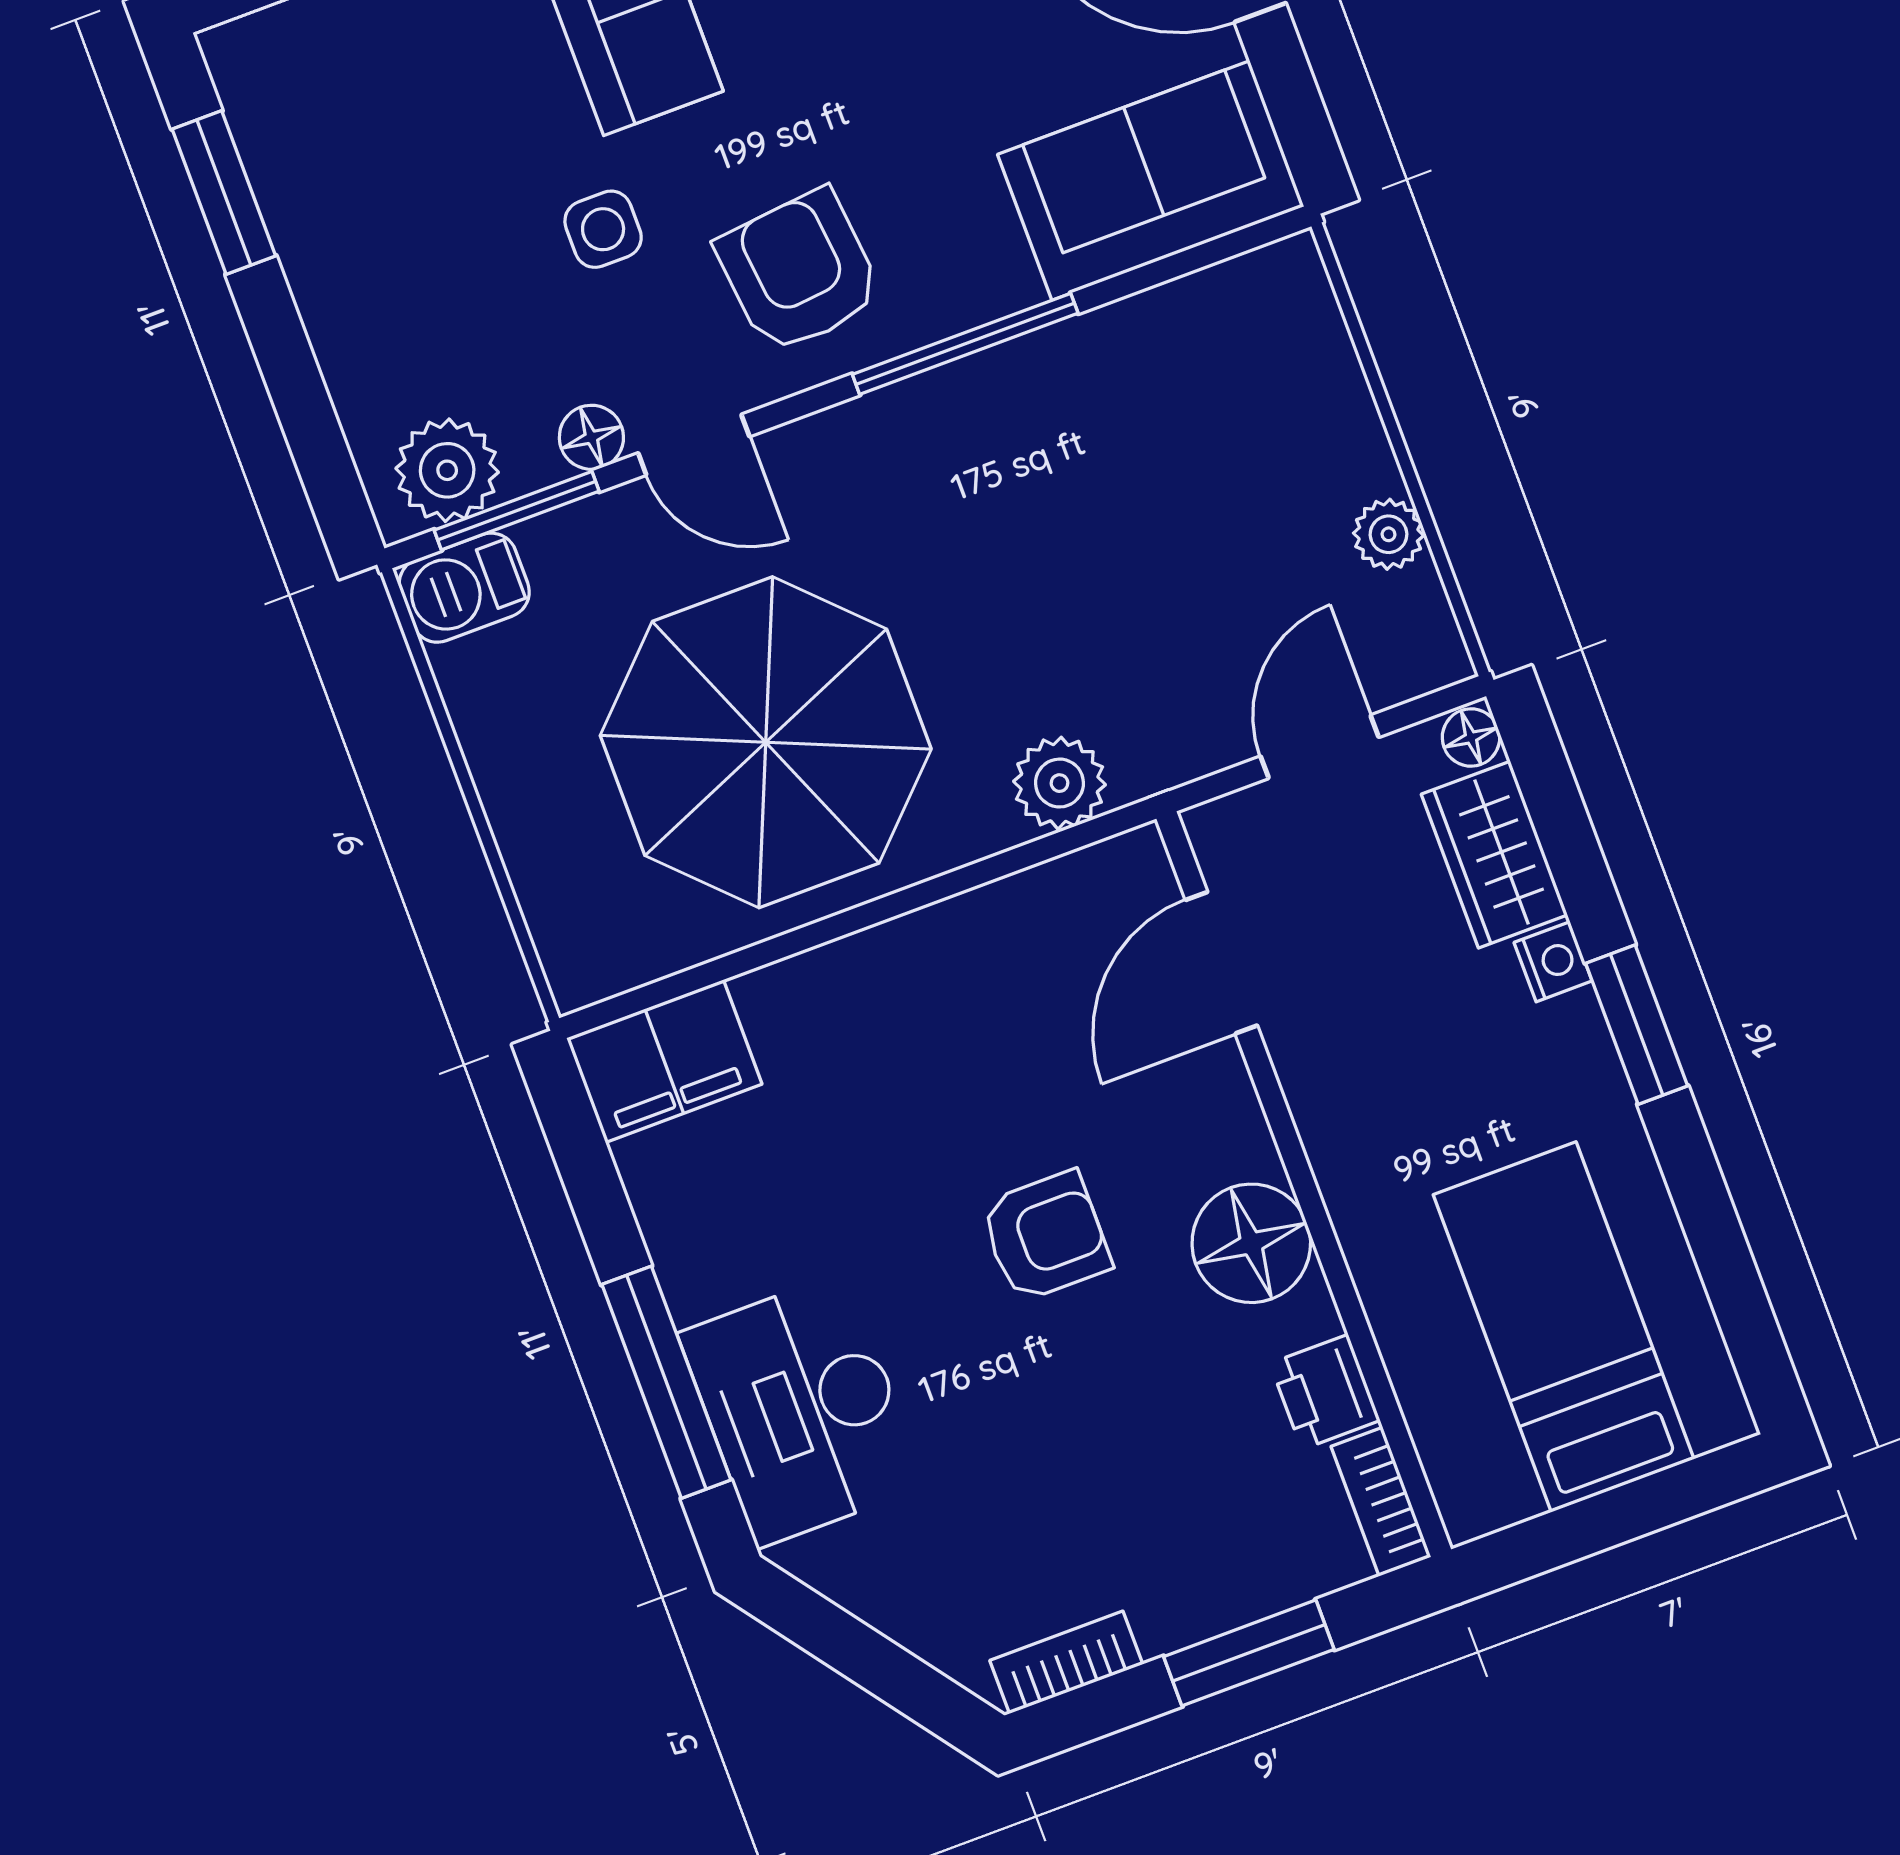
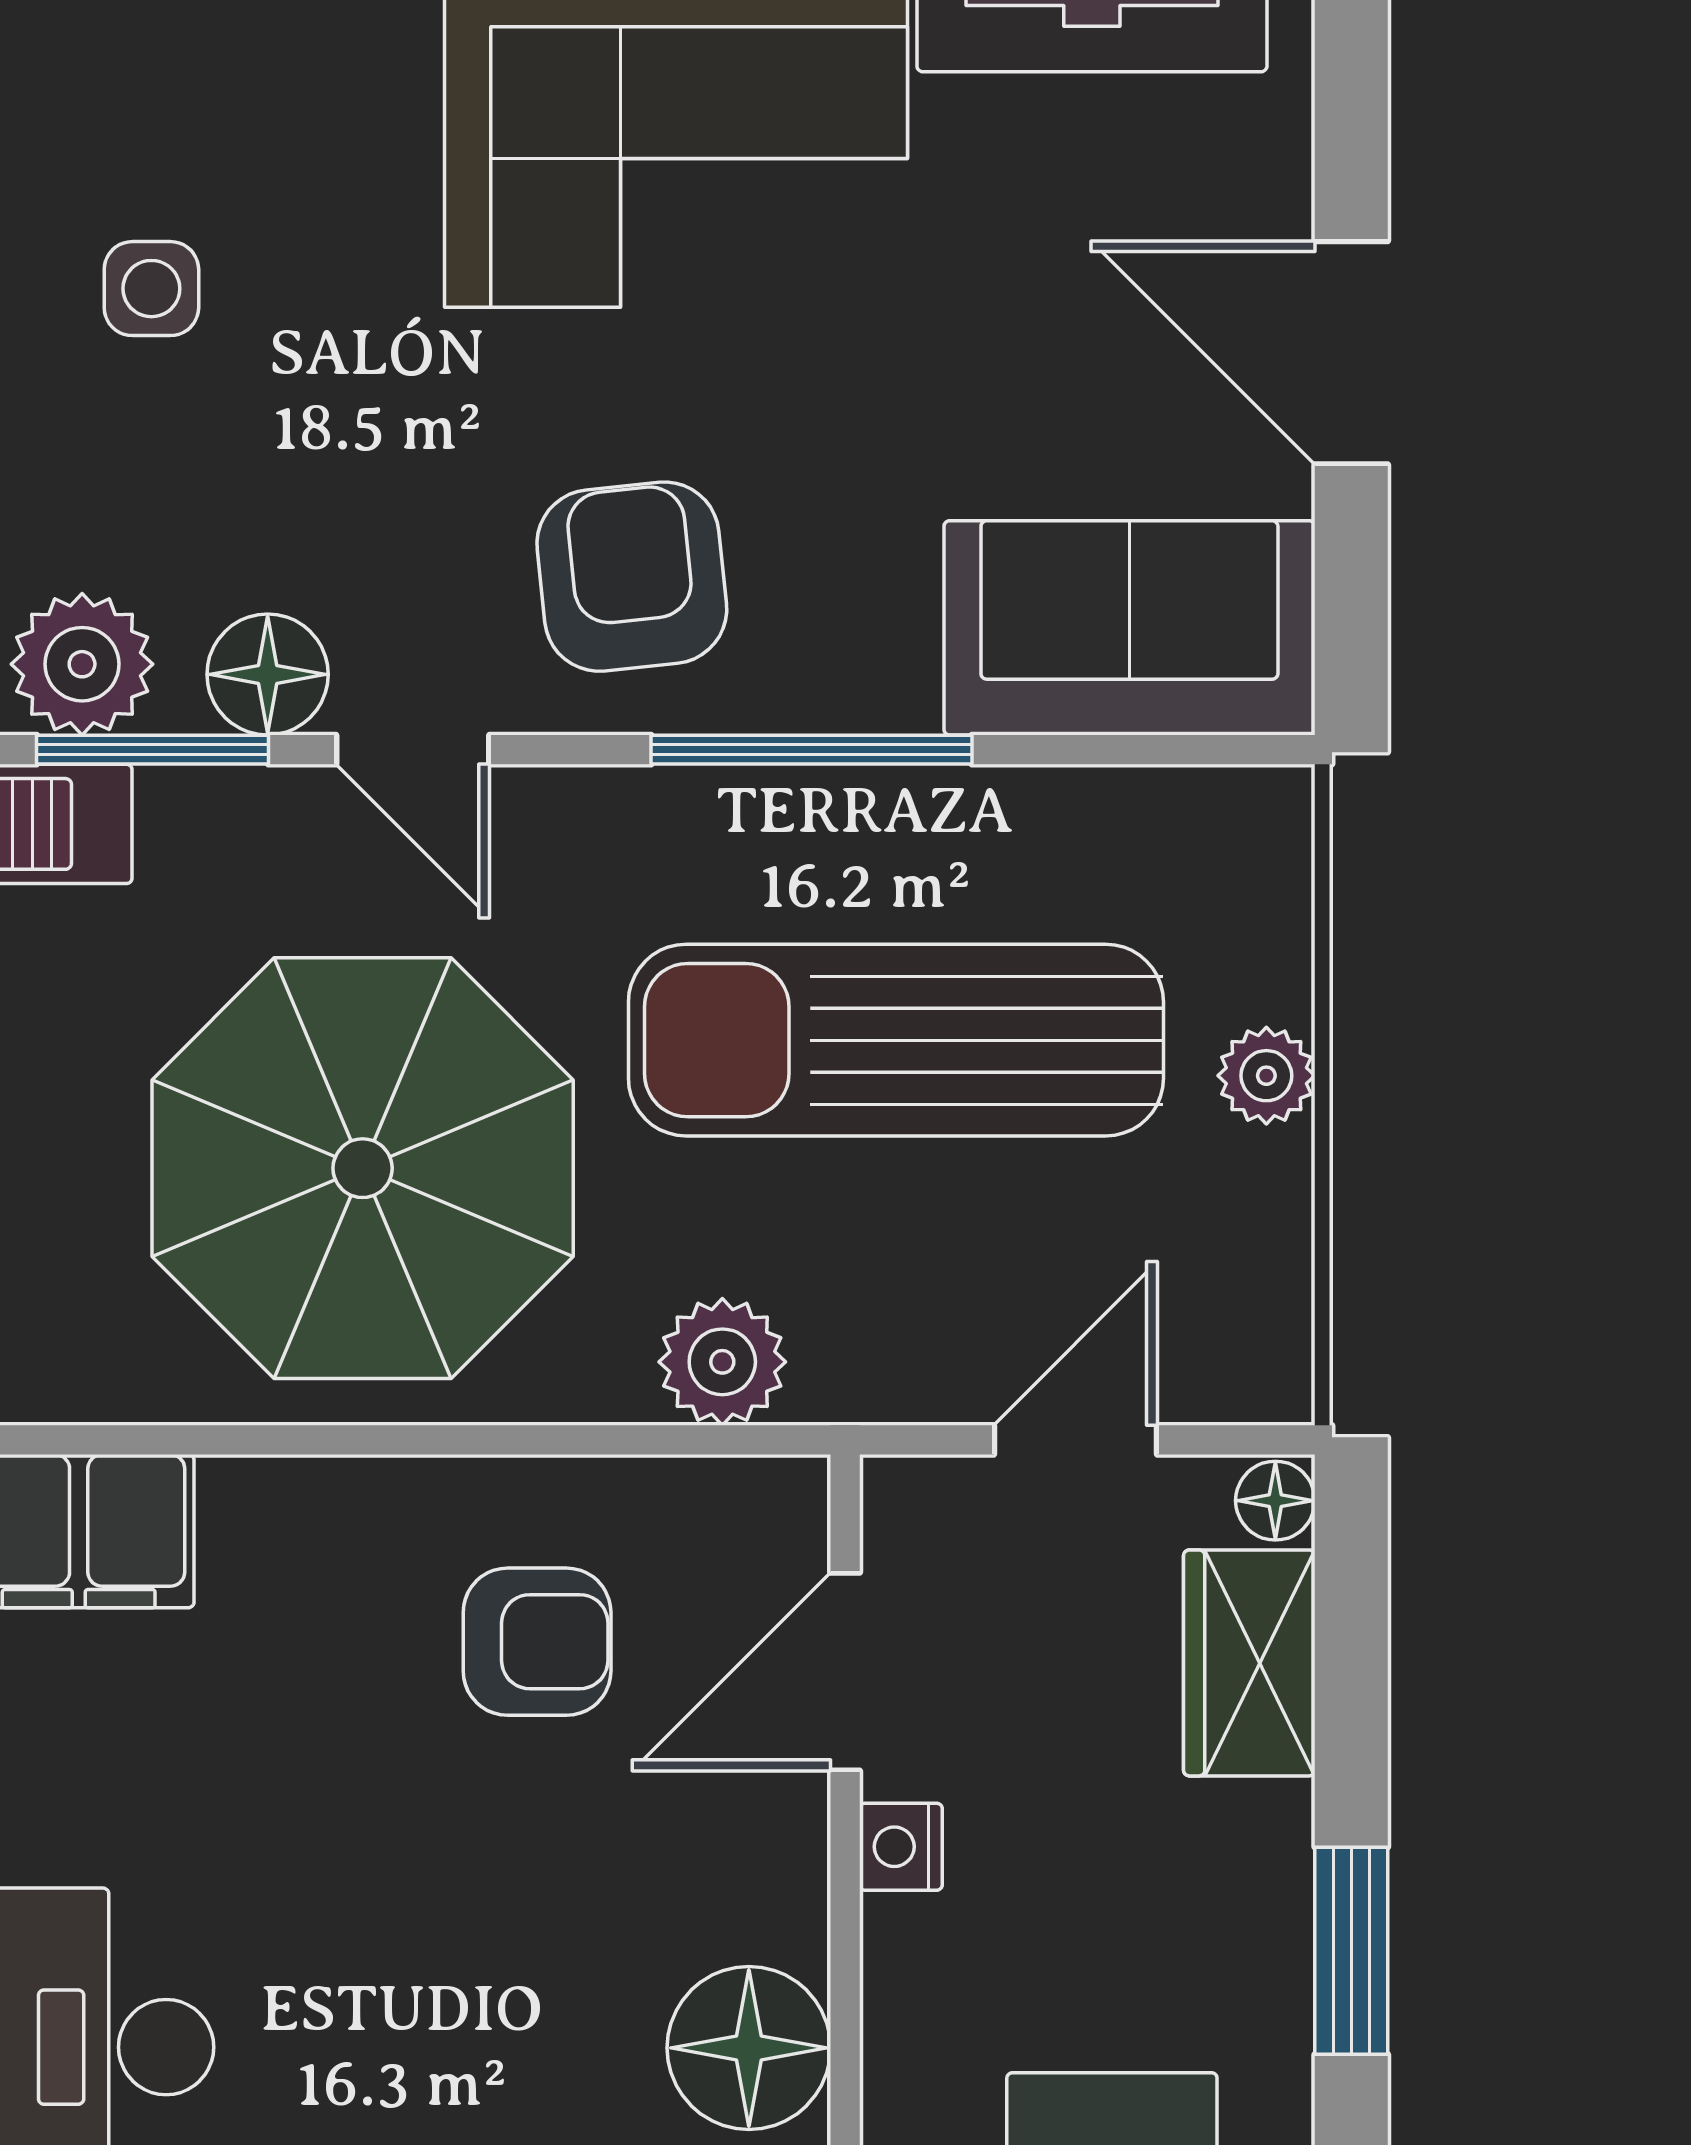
side table: (603, 229) -> (151, 289), moved
floor lamp: (591, 437) -> (268, 674), width x1.37, depth x1.37
sun lounger: (1096, 520) -> (896, 1040), added
plant: (1389, 534) -> (1266, 1076), moved
nightstand: (1553, 962) -> (901, 1847), moved, turned 180
armchair: (1046, 1236) -> (537, 1642), moved

